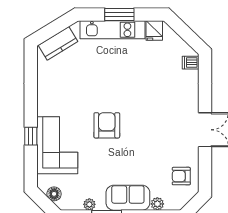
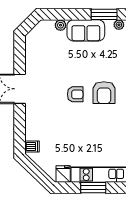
armchair: (181, 176) -> (75, 94), moved

